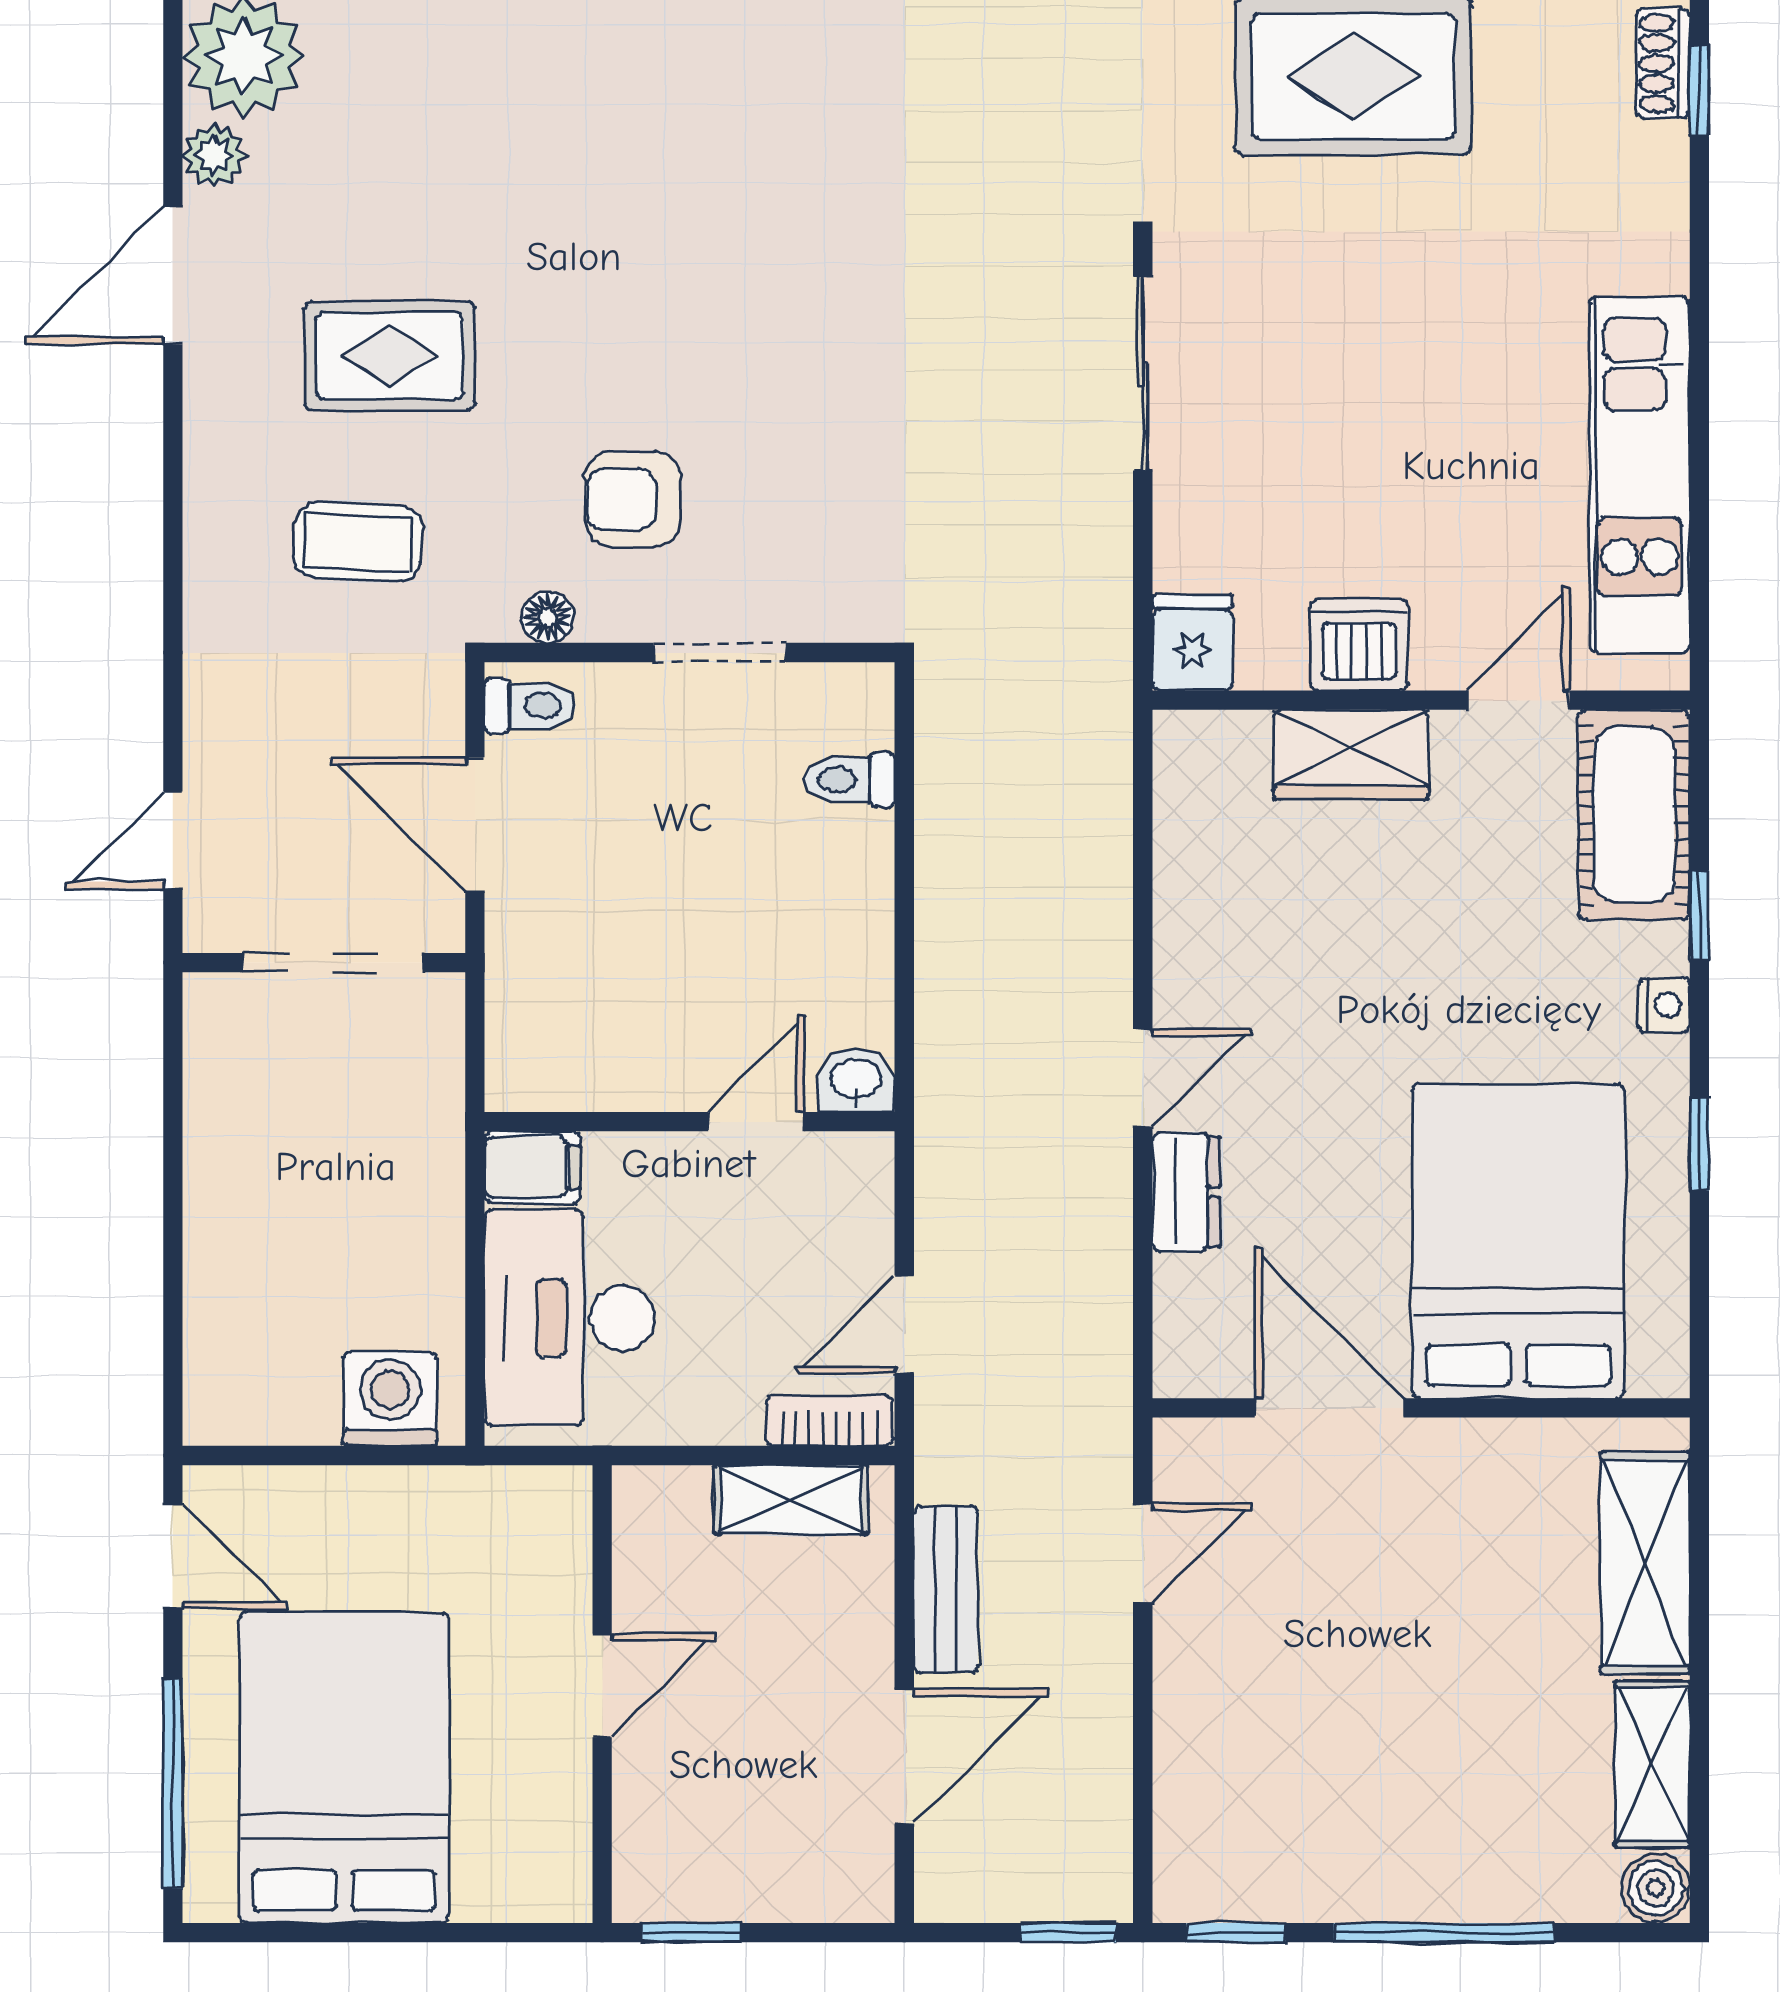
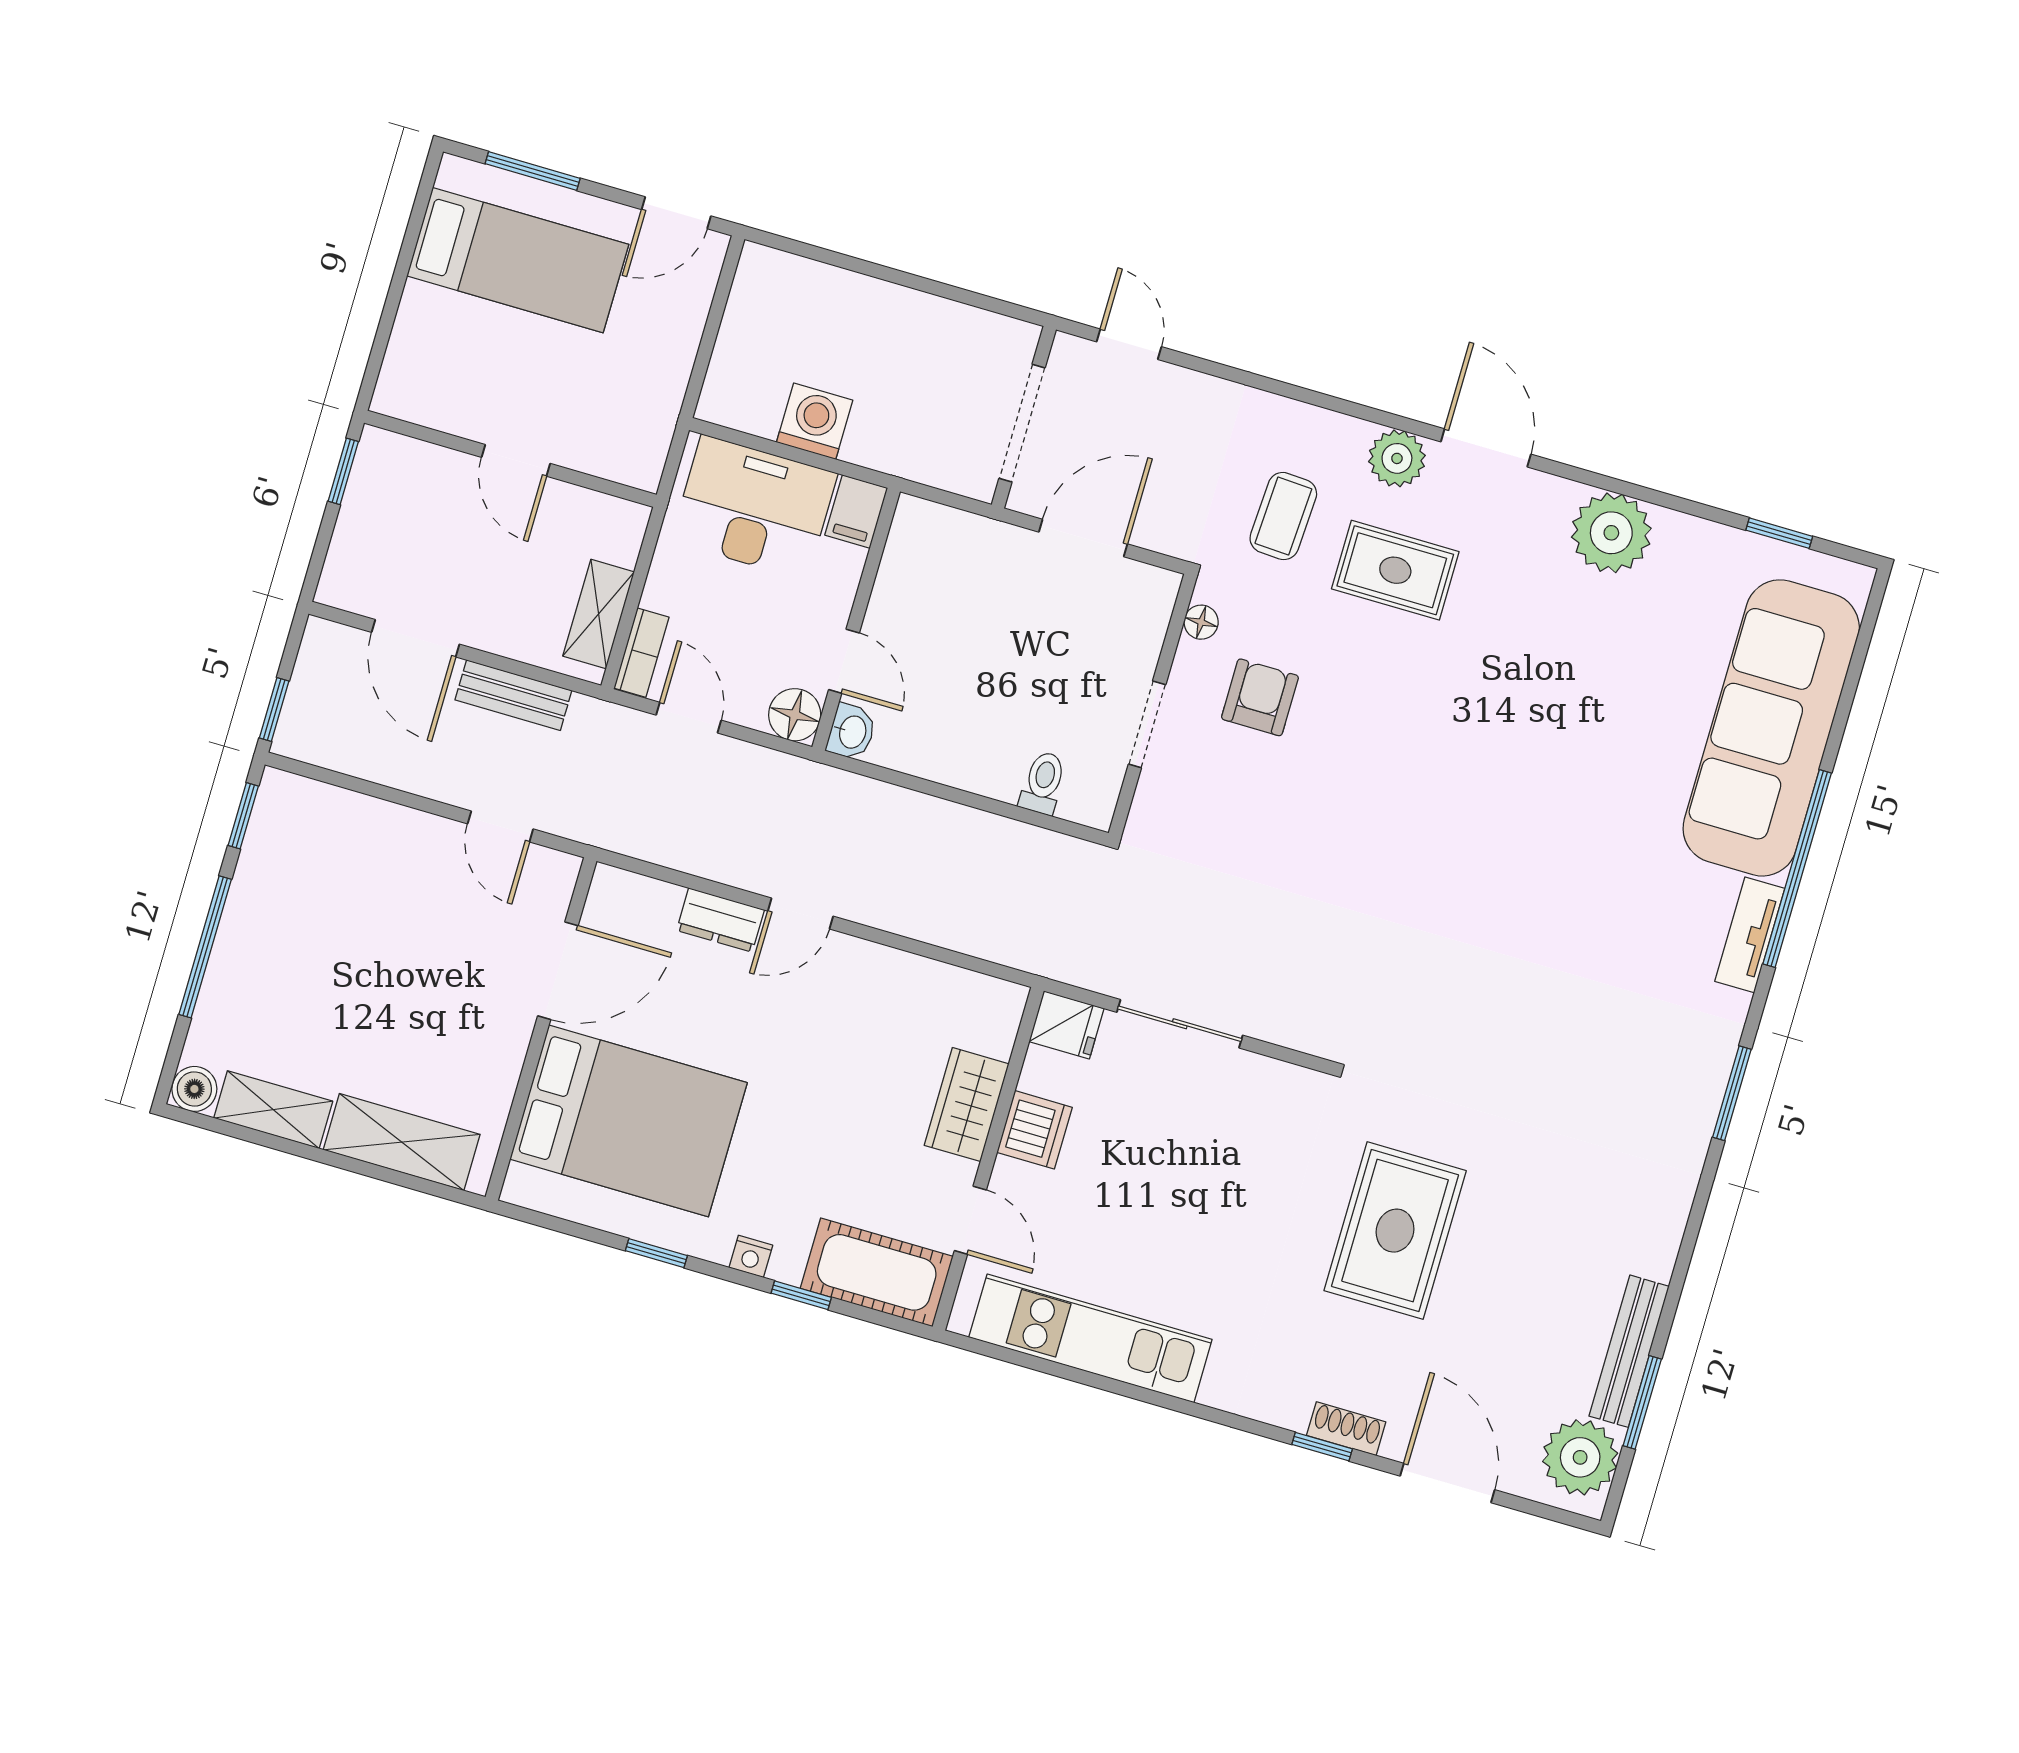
plant: (214, 155) -> (1397, 458), moved, width x1.38, depth x1.38
rug: (390, 356) -> (1395, 570), turned 90
sliding door: (1143, 373) -> (1180, 1024), moved
toilet: (530, 706) -> (1148, 595), removed
door: (1143, 1078) -> (800, 914), hinge flipped
floor lamp: (855, 1171) -> (795, 715), added
washing machine: (390, 1399) -> (815, 421), moved, turned -90
bed: (344, 1767) -> (518, 260), width x0.67
window: (173, 1784) -> (533, 171), width x0.69

